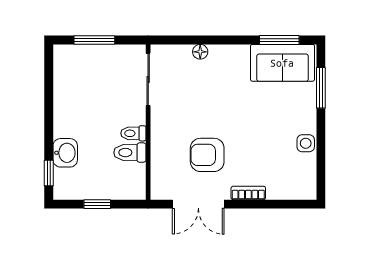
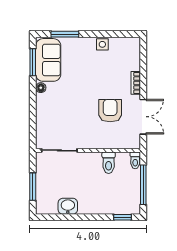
floor lamp: (200, 52) -> (41, 88), moved
toilet: (133, 133) -> (135, 160), moved
washbasin: (65, 153) -> (68, 206), moved
armchair: (207, 155) -> (110, 111), turned 180
window: (97, 204) -> (143, 185), width x2.17

